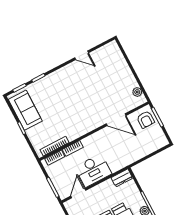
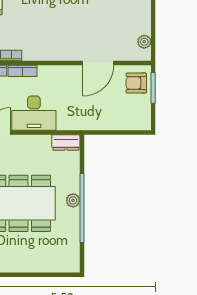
door: (116, 120) -> (98, 63), hinge flipped
armchair: (146, 120) -> (136, 83), turned 90

